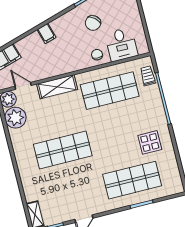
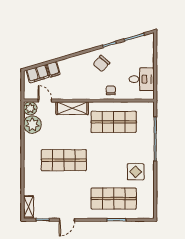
chair: (93, 23) -> (101, 64), moved
filing cabinet: (47, 33) -> (53, 69), moved
desk: (121, 44) -> (142, 79), moved, turned -90
trolley: (148, 76) -> (147, 118), removed

